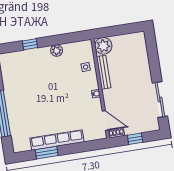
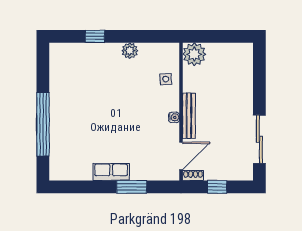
bench: (104, 72) -> (189, 116), moved
door: (105, 120) -> (181, 156), hinge flipped
row of seats: (57, 140) -> (111, 172), width x0.50
window: (47, 153) -> (132, 187), moved

